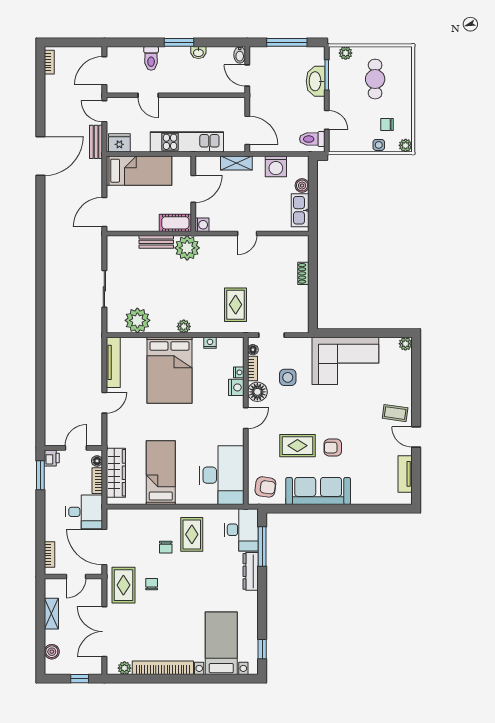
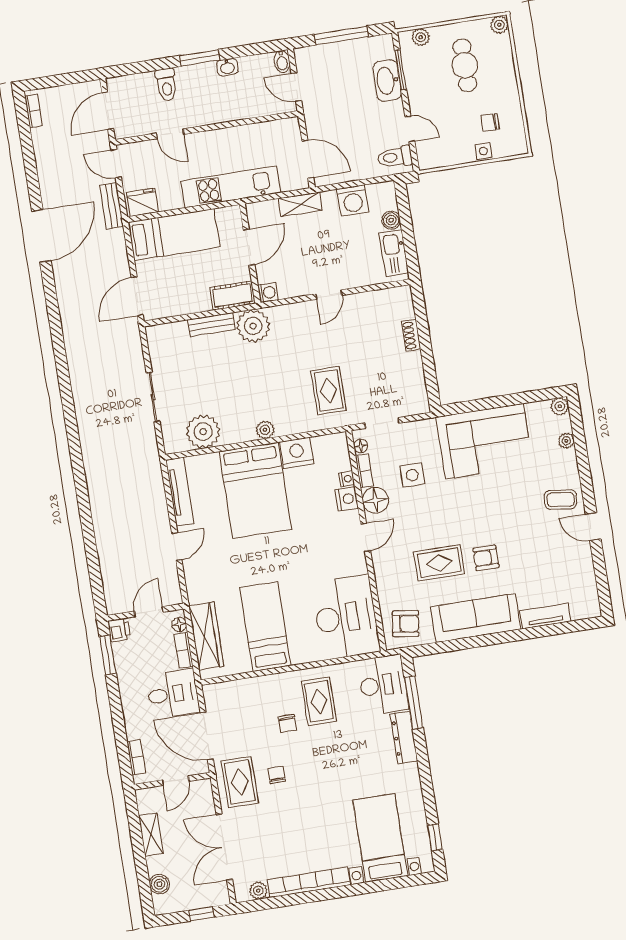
plant: (406, 145) -> (499, 25), moved
nightstand: (210, 343) -> (297, 453), width x1.89, depth x1.79
plant: (406, 370) -> (566, 441), added
tv unit: (405, 474) -> (545, 616), moved, turned 90

